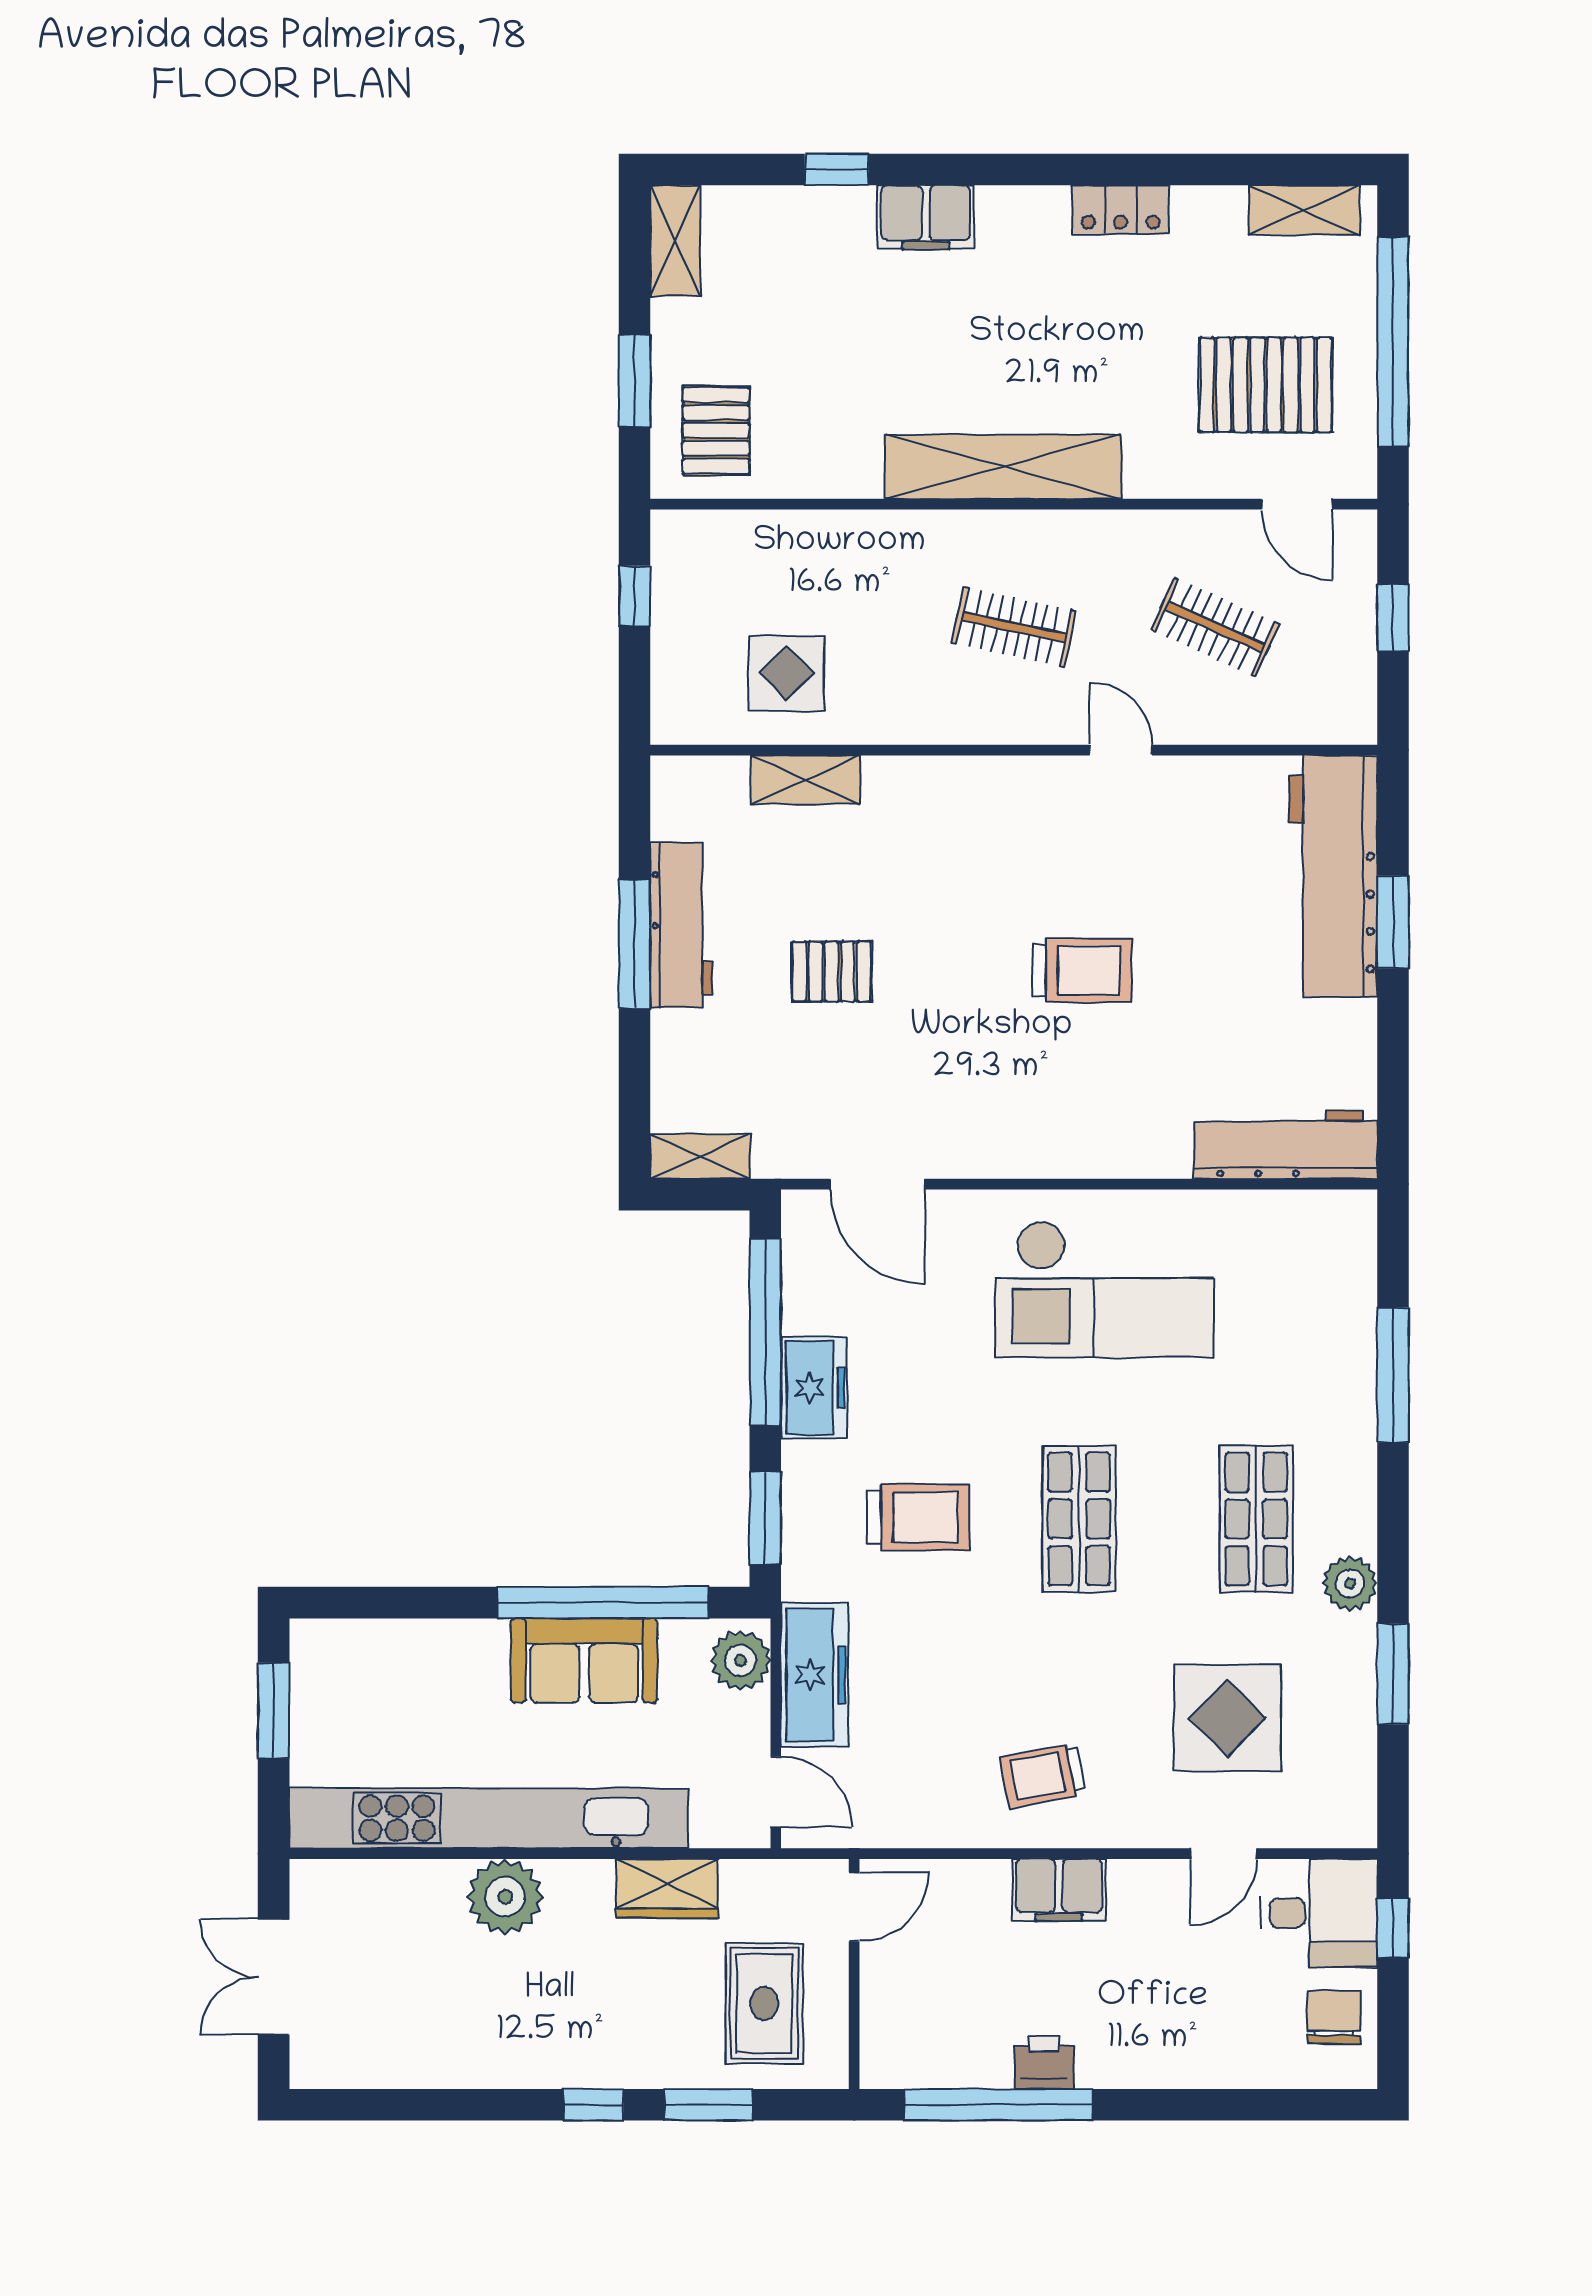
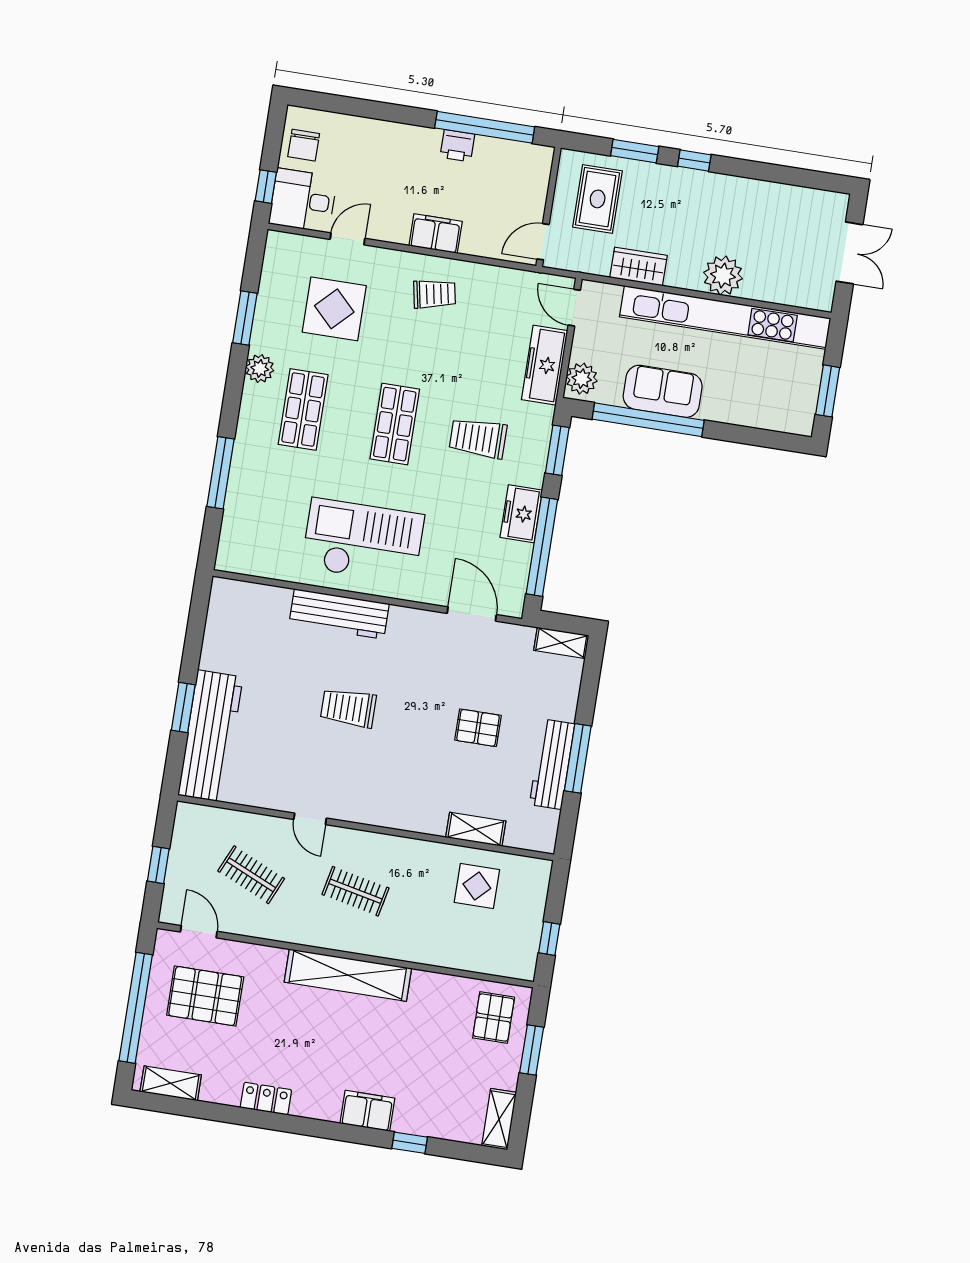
workbench: (1286, 1145) -> (339, 614), moved

